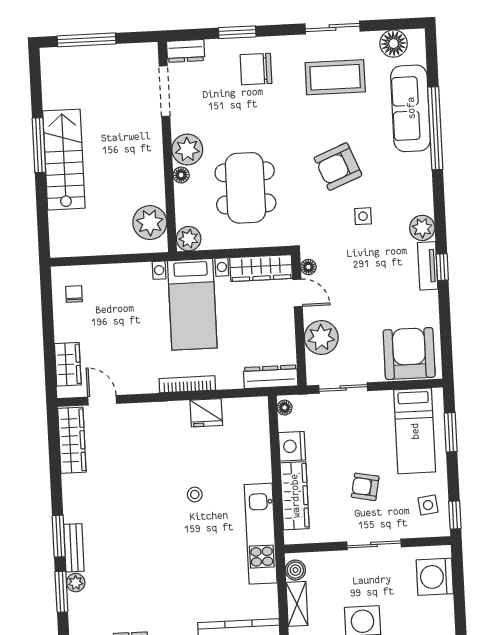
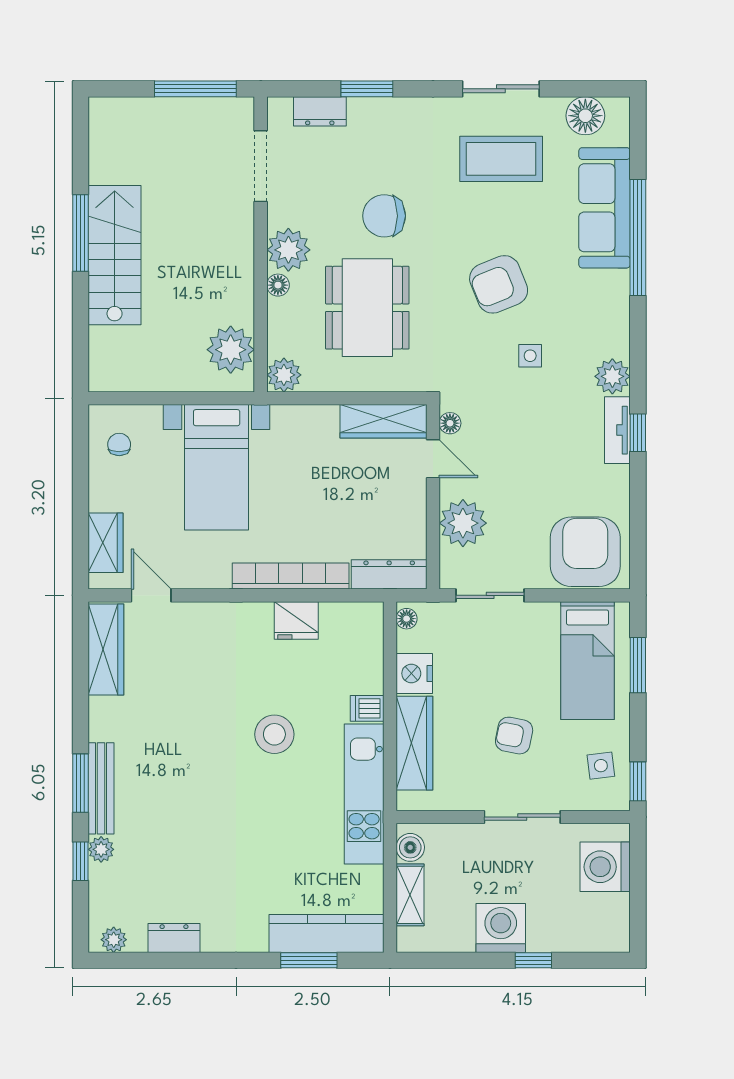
window: (87, 40) -> (195, 89), moved
dresser: (186, 51) -> (320, 111), moved
chair: (256, 69) -> (384, 216), moved
bed with nightstands: (192, 304) -> (217, 467), moved
bookcase: (187, 384) -> (291, 576), width x1.48, depth x1.31
dishwasher: (260, 473) -> (367, 708), added
stool: (195, 494) -> (274, 734), width x1.89, depth x1.89
bench: (74, 548) -> (101, 788), width x1.36
window: (61, 592) -> (81, 861), width x0.67

